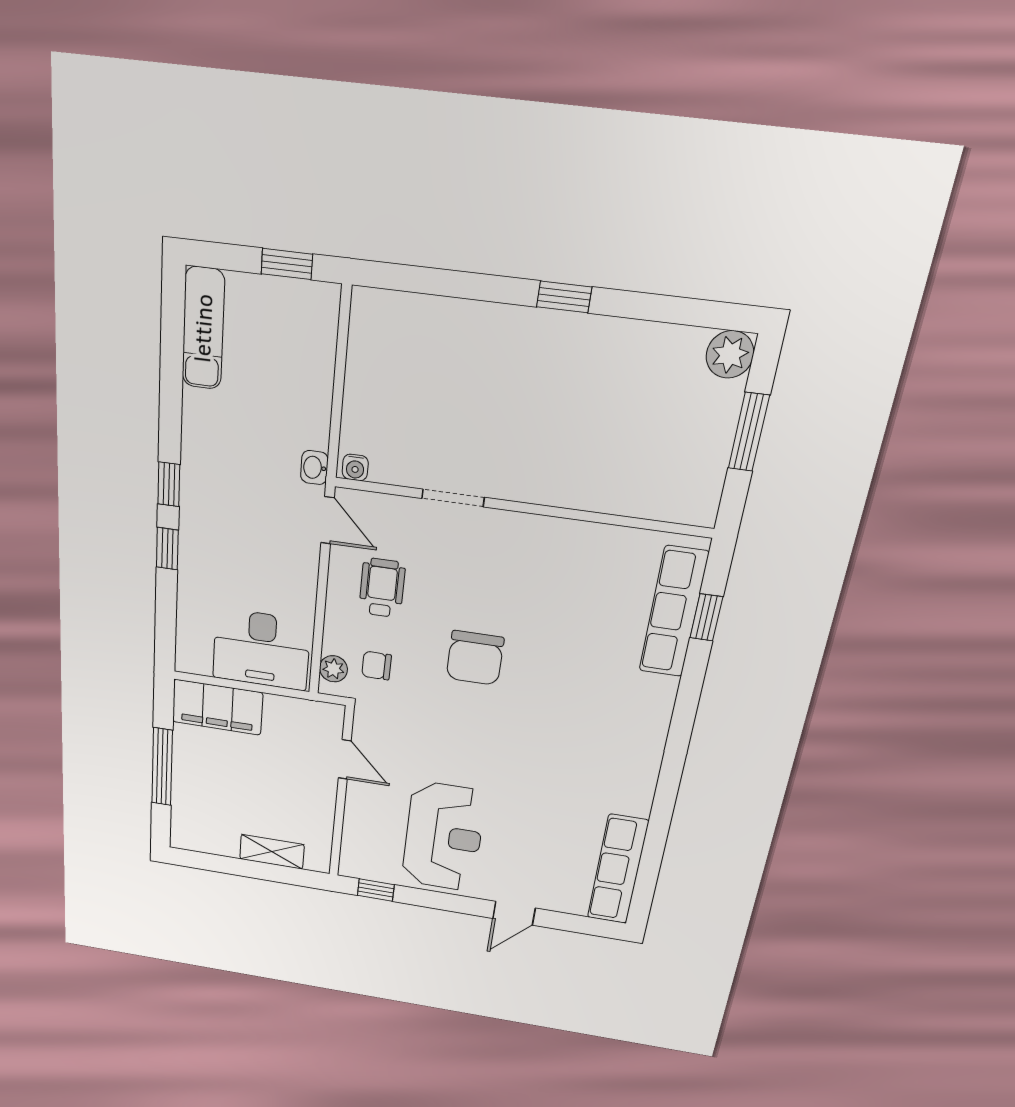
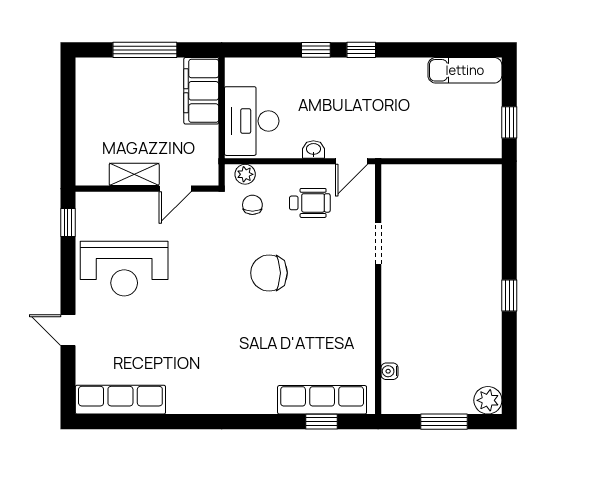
water cooler: (355, 467) -> (389, 371), moved
washbasin: (314, 468) -> (313, 149), moved
shelving: (272, 852) -> (134, 174), moved, turned 90

